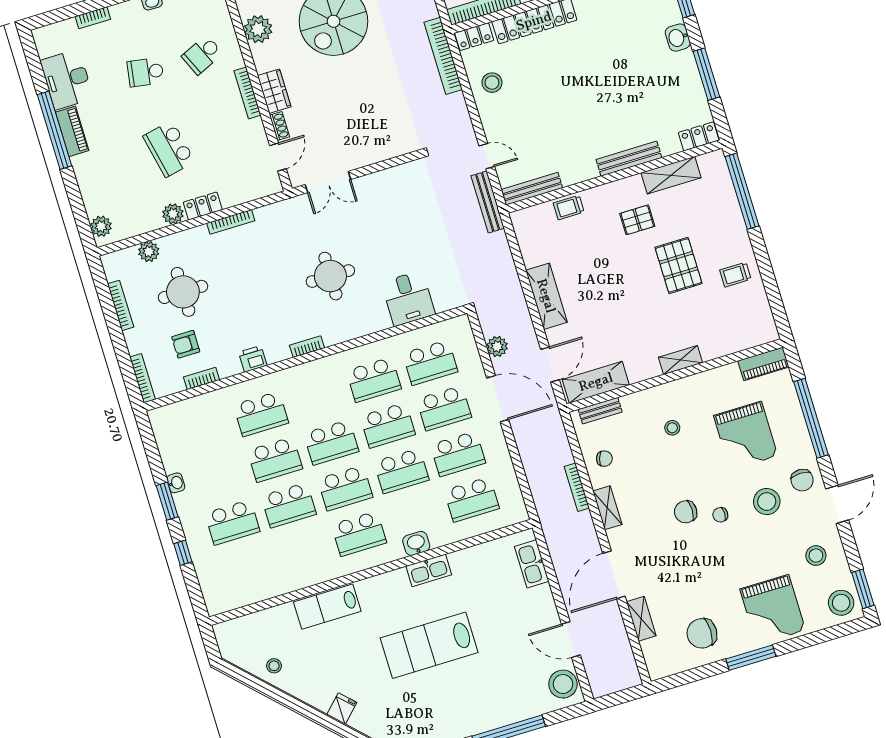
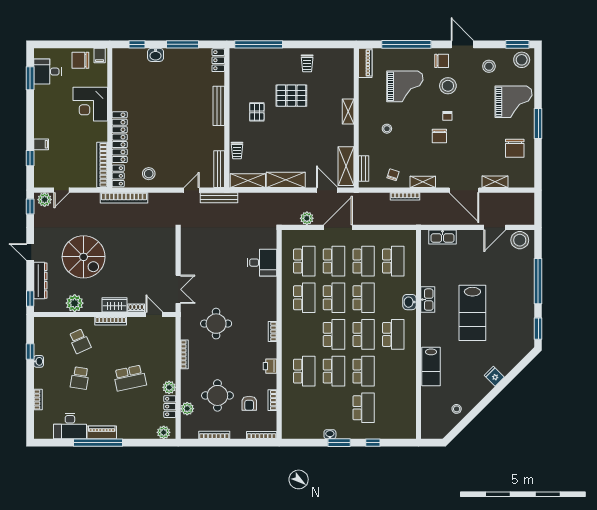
shelving: (671, 175) -> (248, 181), moved, turned 90
locker: (203, 206) -> (170, 407), moved
round table: (330, 276) -> (216, 324), moved

